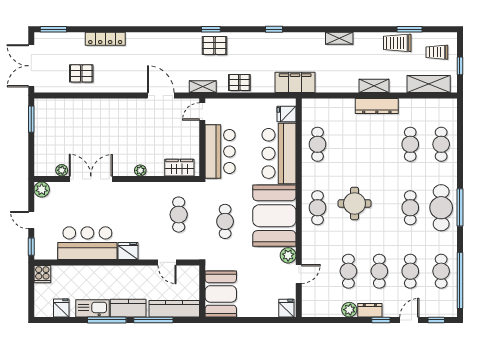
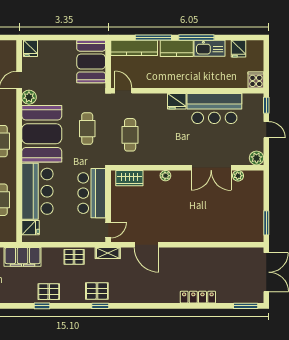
pallet: (81, 73) -> (49, 292), moved
door: (167, 262) -> (123, 91), moved

